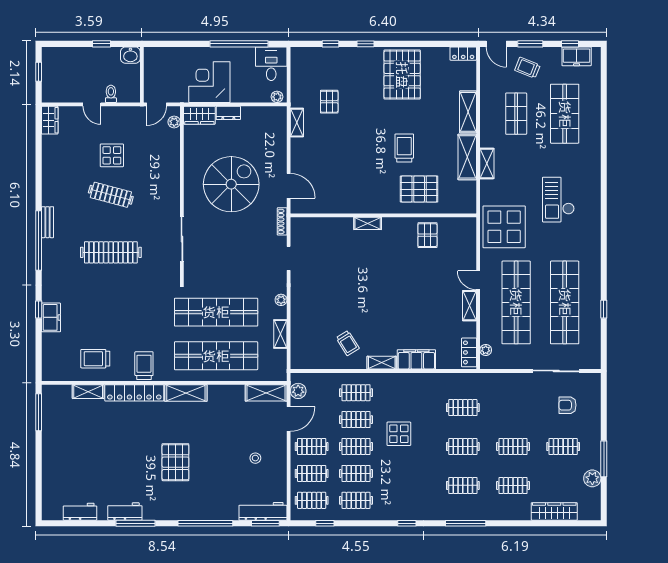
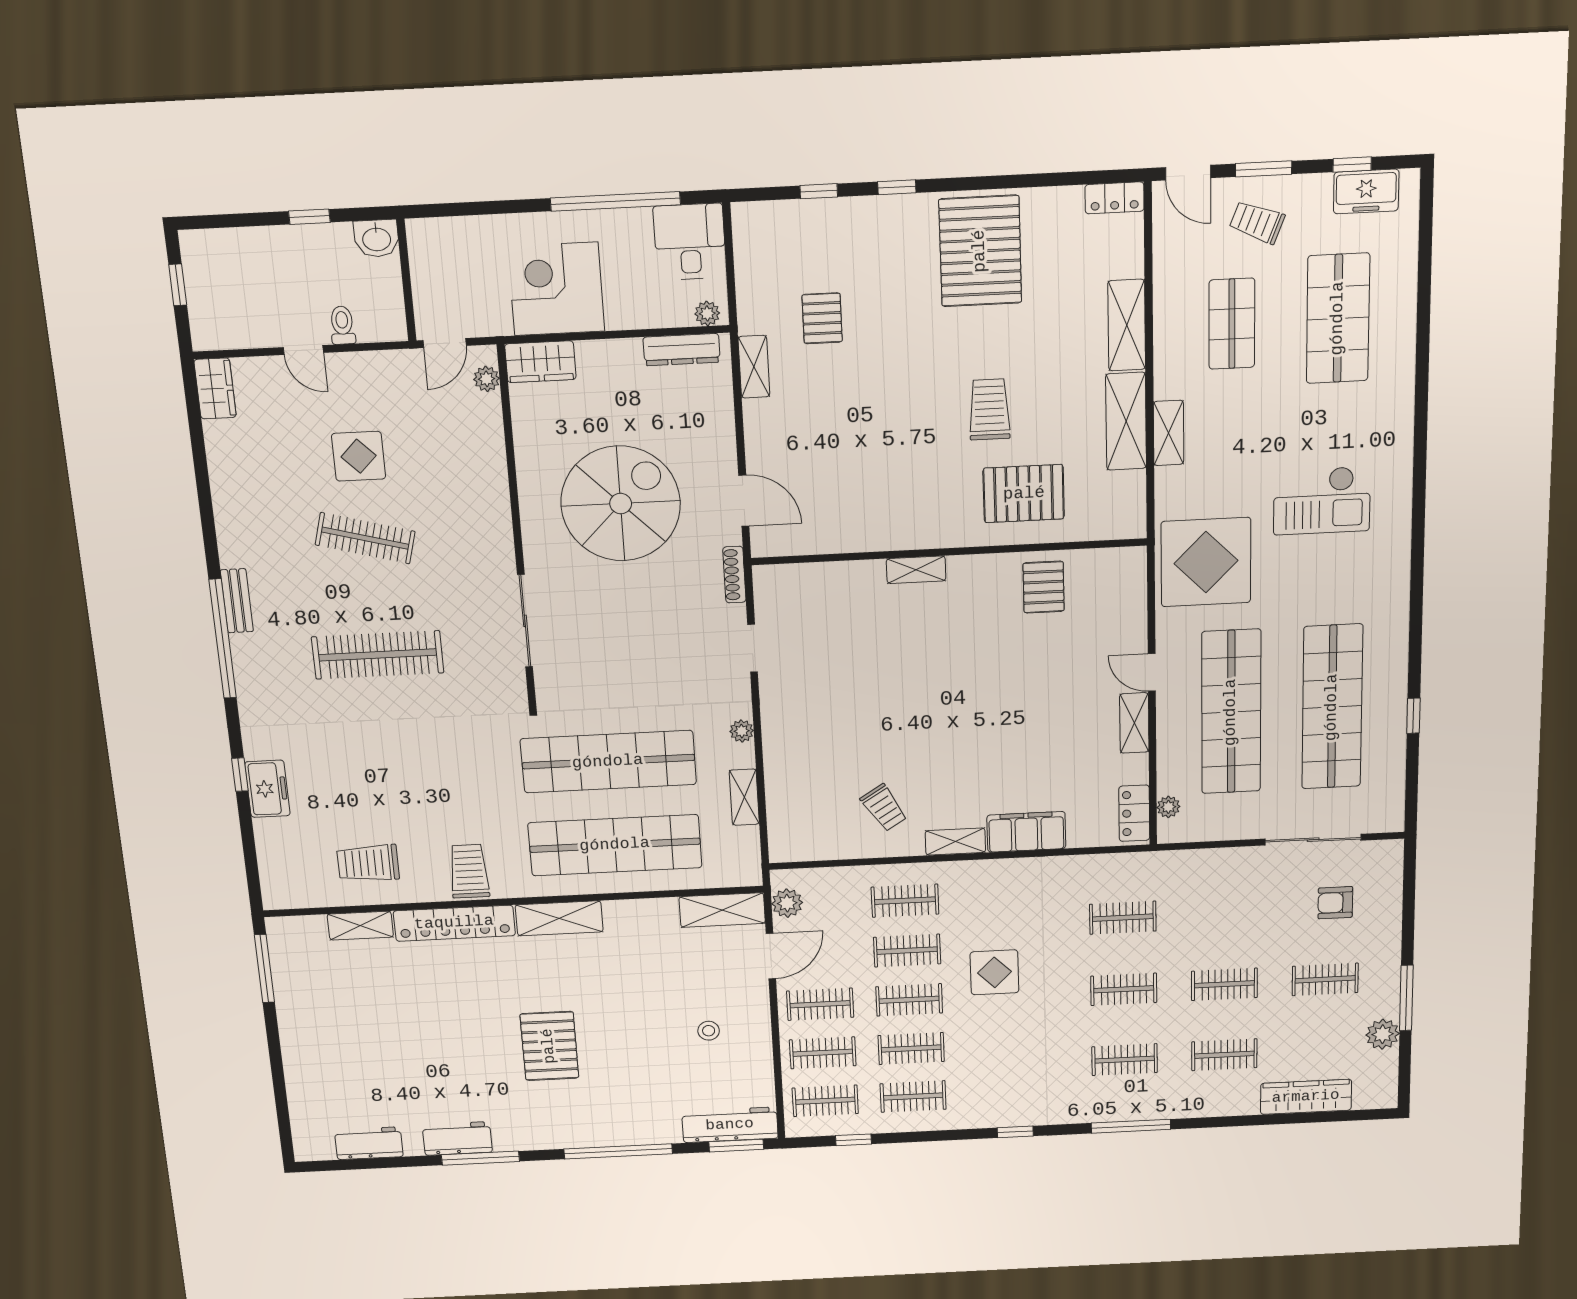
dresser: (228, 113) -> (682, 350), moved, width x1.44
checkout: (558, 200) -> (1322, 501), turned -90

